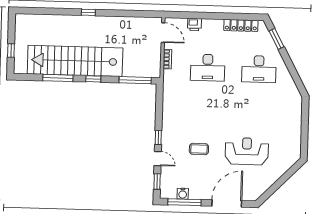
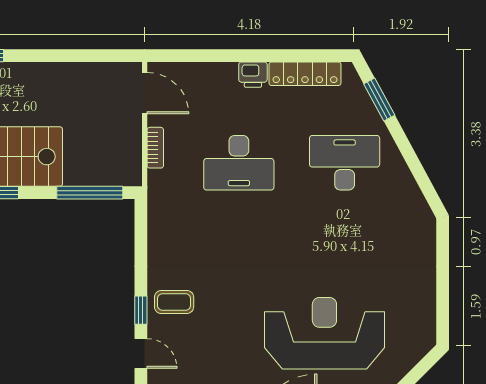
printer: (194, 25) -> (253, 75), moved
desk: (259, 69) -> (345, 163), turned 180
coffee table: (199, 149) -> (174, 302), moved
reception desk: (247, 151) -> (324, 333), width x1.36, depth x1.30

